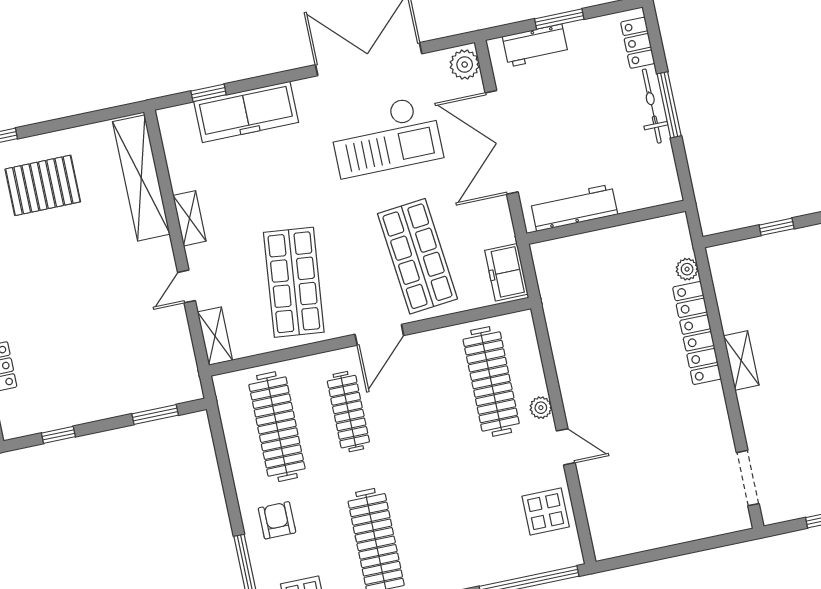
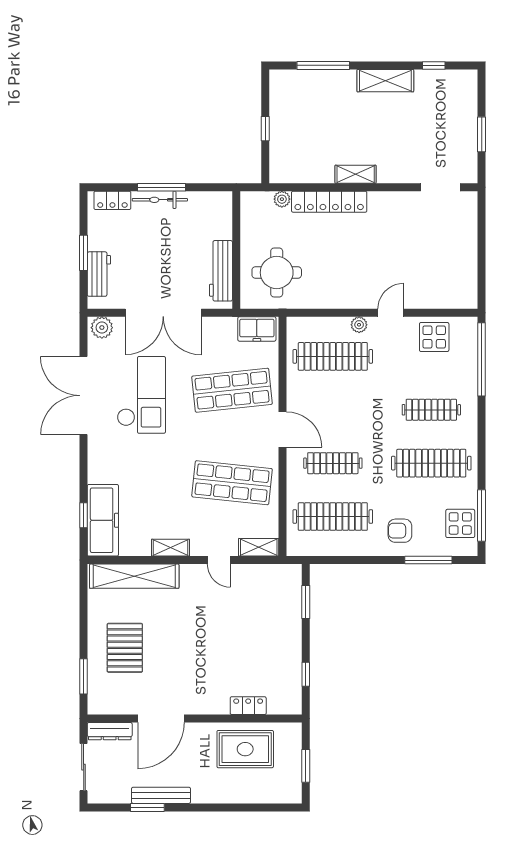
freezer: (246, 112) -> (103, 520), moved
round table: (587, 283) -> (277, 273), added
clothes rail: (448, 528) -> (431, 410), added

